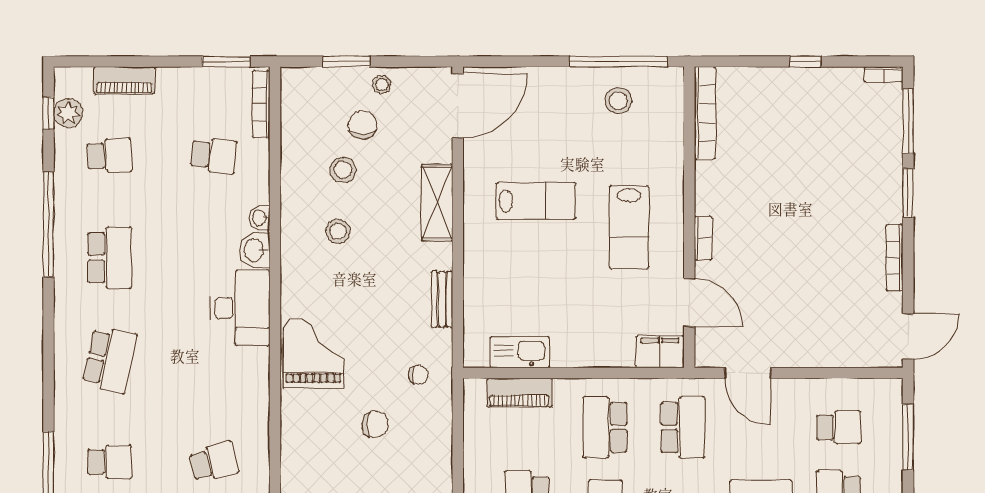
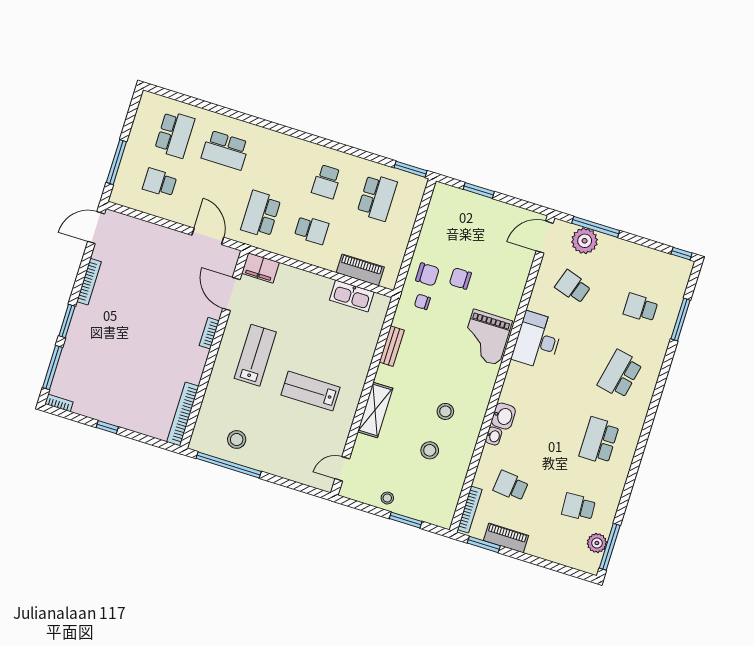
piano: (124, 80) -> (506, 538), moved
door: (458, 106) -> (342, 469), width x0.53
window: (48, 113) -> (610, 547), width x2.17
chair: (363, 125) -> (427, 274), moved, turned -90
window: (48, 225) -> (632, 474), removed
desk: (240, 308) -> (537, 340), moved
school desk: (605, 427) -> (312, 230), width x0.54
school desk: (214, 462) -> (573, 287), turned 33

